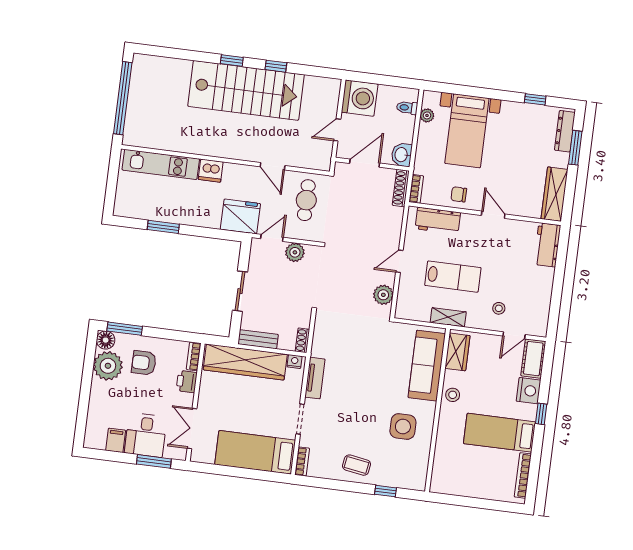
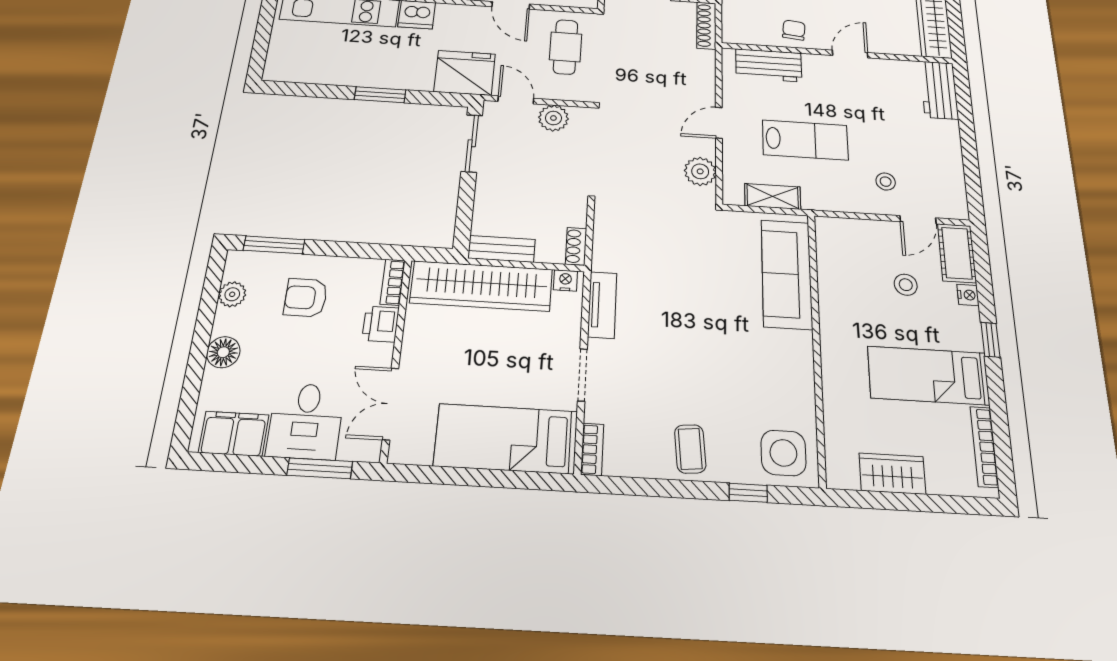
bookcase: (416, 189) -> (730, 26), removed
chair: (459, 194) -> (794, 30), turned 96
door: (493, 215) -> (850, 54), hinge flipped
window: (163, 227) -> (380, 95), moved
door: (272, 238) -> (516, 100), hinge flipped
sliding door: (240, 291) -> (472, 143), moved
shelving: (448, 317) -> (773, 196), moved
floor lamp: (106, 340) -> (223, 352), moved
wardrobe: (457, 352) -> (892, 474), moved, turned -90
plant: (108, 366) -> (232, 294), width x0.53, depth x0.53
nightstand: (529, 391) -> (968, 295), width x0.53, depth x0.56
stool: (453, 395) -> (906, 285), moved
side table: (403, 426) -> (783, 453), moved
filing cabinet: (116, 440) -> (234, 434), width x2.00
coffee table: (357, 465) -> (690, 449), turned 76

